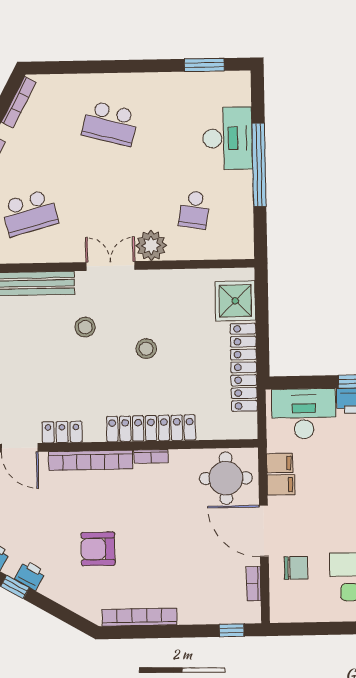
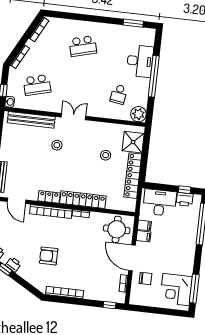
school desk: (110, 123) -> (83, 46), turned -30
plant: (151, 246) -> (138, 114), moved
stool: (146, 349) -> (106, 155), moved
locker: (62, 432) -> (49, 197), moved

